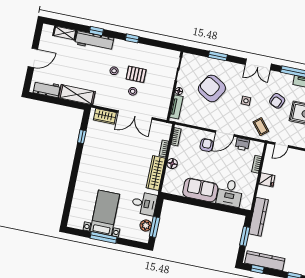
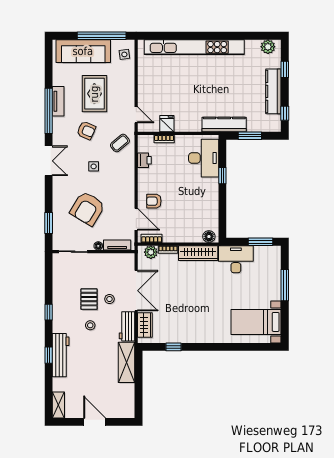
shelving: (65, 33) -> (58, 405), moved
window: (218, 56) -> (49, 223), moved
workbench: (47, 89) -> (127, 326), moved
door: (225, 133) -> (136, 219), moved
floor lamp: (172, 164) -> (209, 237), moved
fridge: (267, 180) -> (167, 124), moved
sofa: (200, 190) -> (207, 198), removed
desk: (230, 193) -> (204, 158), width x1.37
desk: (144, 203) -> (236, 259), width x1.37
window: (216, 207) -> (222, 176), added
bed with nightstands: (105, 213) -> (256, 322), moved
plant: (146, 225) -> (151, 252), moved
window: (103, 238) -> (285, 285), moved
kitchen counter: (265, 261) -> (273, 91), moved

